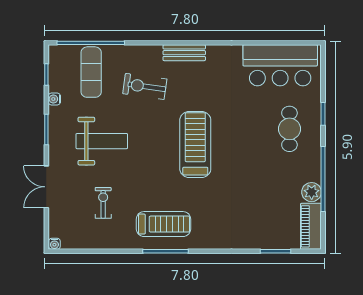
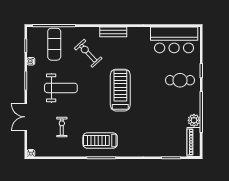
exercise bike: (145, 86) -> (88, 53), turned 39
cafe table: (289, 129) -> (180, 80), turned 90
treadmill: (164, 224) -> (100, 141), turned 180

